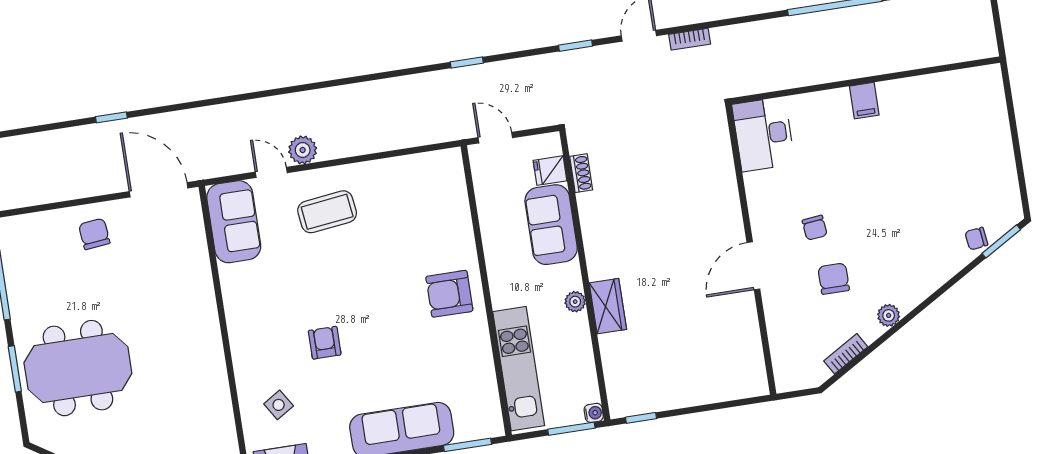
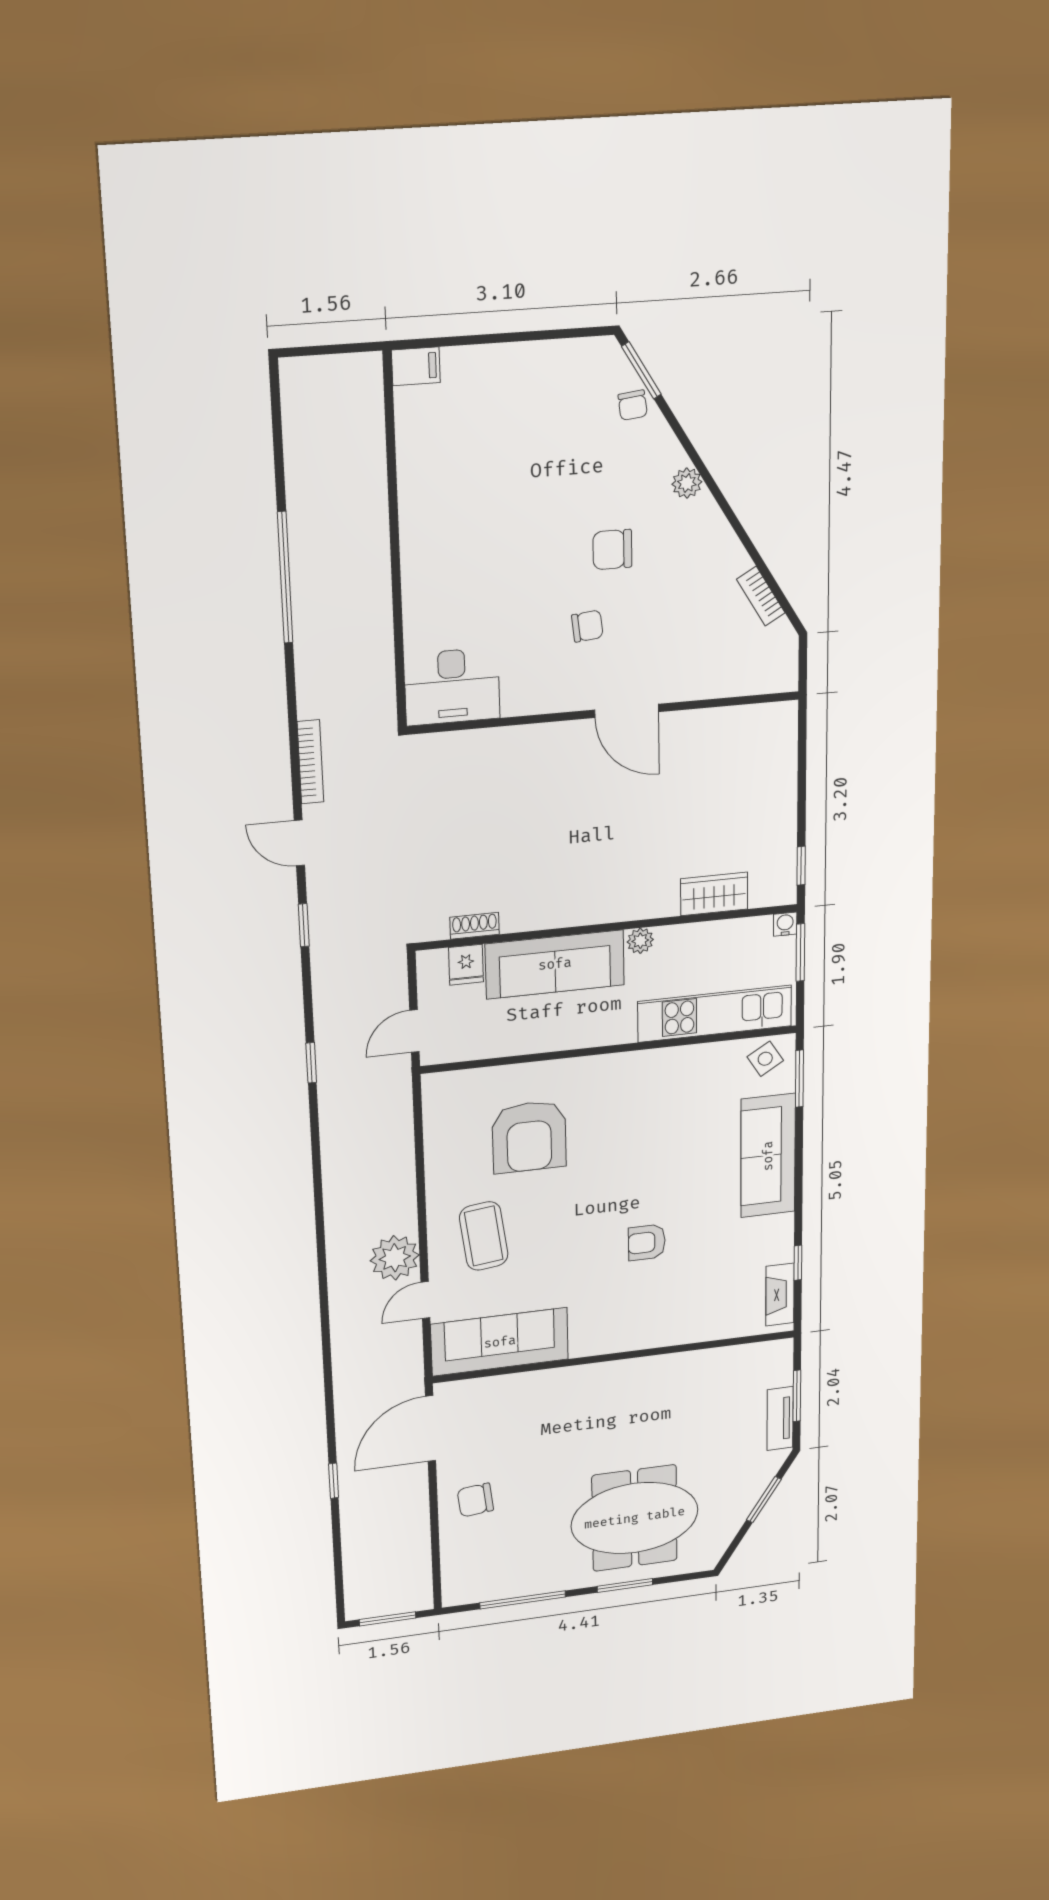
bookcase: (690, 39) -> (310, 762), width x1.56
filing cabinet: (864, 101) -> (416, 366), moved
plant: (303, 150) -> (395, 1258), width x1.36, depth x1.36
sofa: (234, 222) -> (500, 1342), width x1.36
sofa: (551, 225) -> (555, 964), width x1.36
chair: (834, 279) -> (612, 550), moved
armchair: (449, 294) -> (529, 1137), moved, width x1.36, depth x1.36
wardrobe: (608, 306) -> (714, 894), moved
plant: (889, 315) -> (687, 483), moved
meeting table: (78, 368) -> (635, 1518), turned 90
side table: (279, 405) -> (765, 1059), moved

